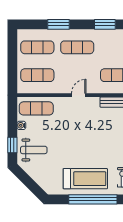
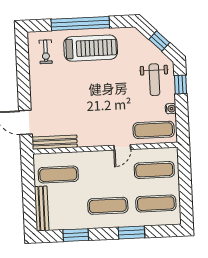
door: (79, 95) -> (122, 147), moved
weight bench: (34, 150) -> (154, 80), turned -90
treadmill: (85, 179) -> (91, 48), turned 180
window: (28, 182) -> (159, 41), added

